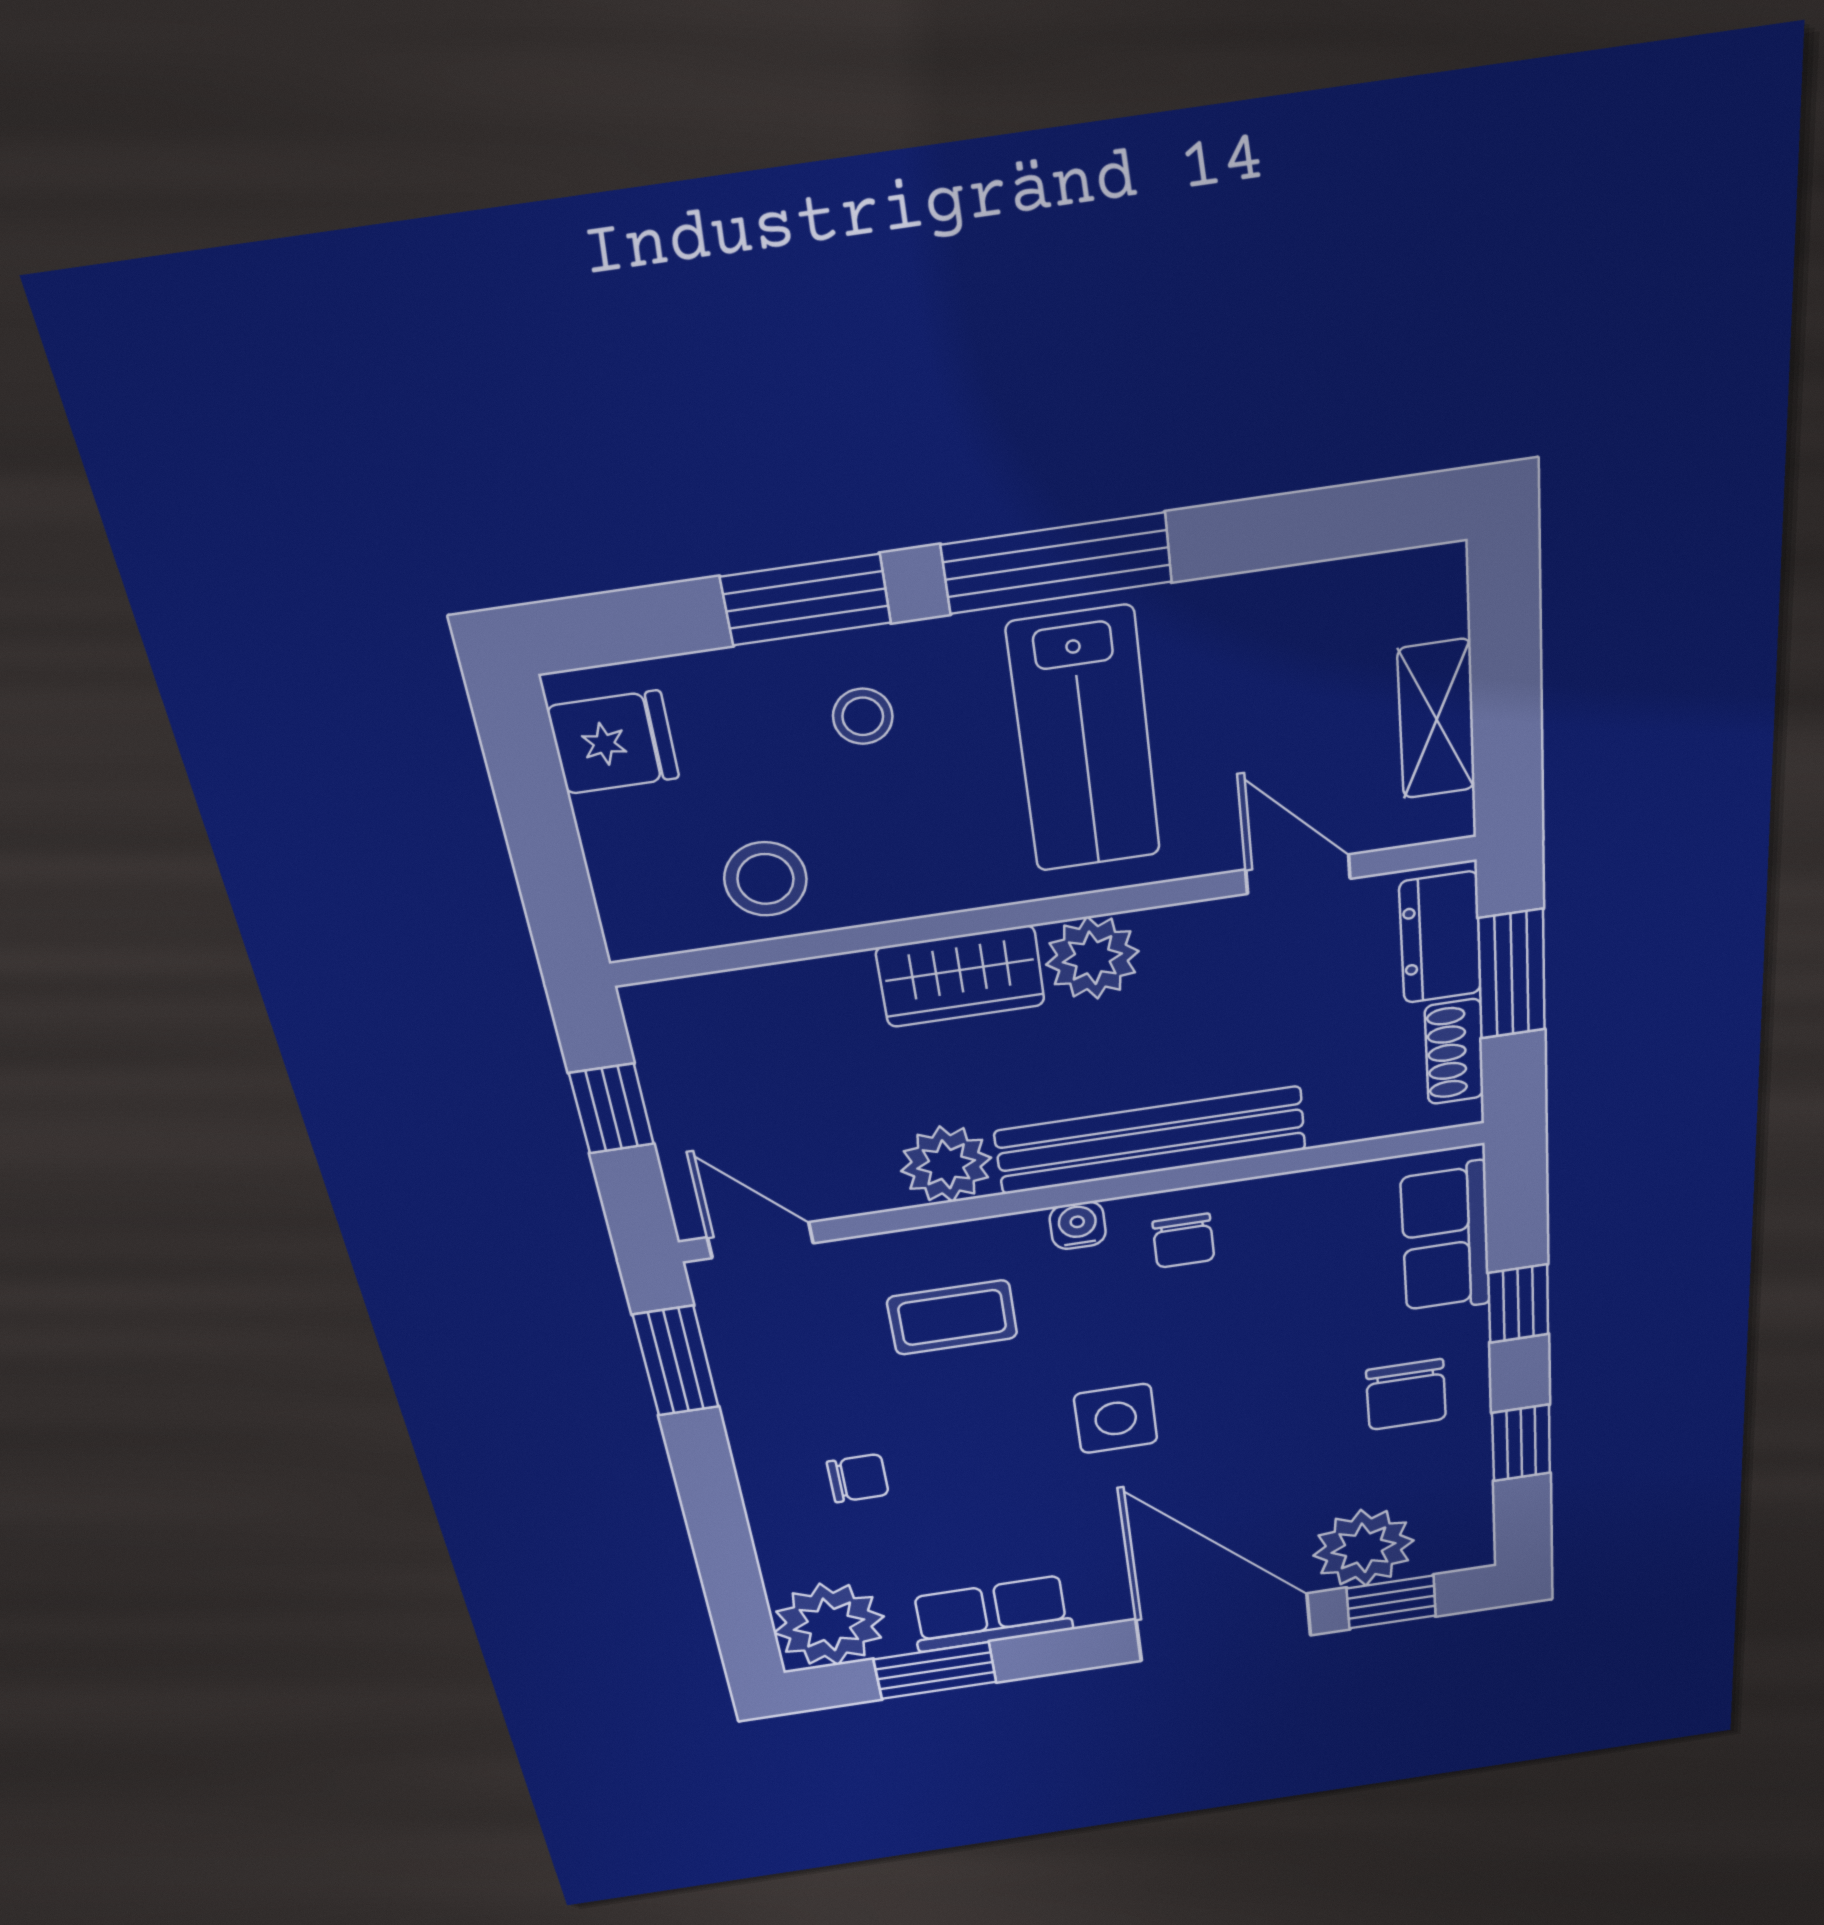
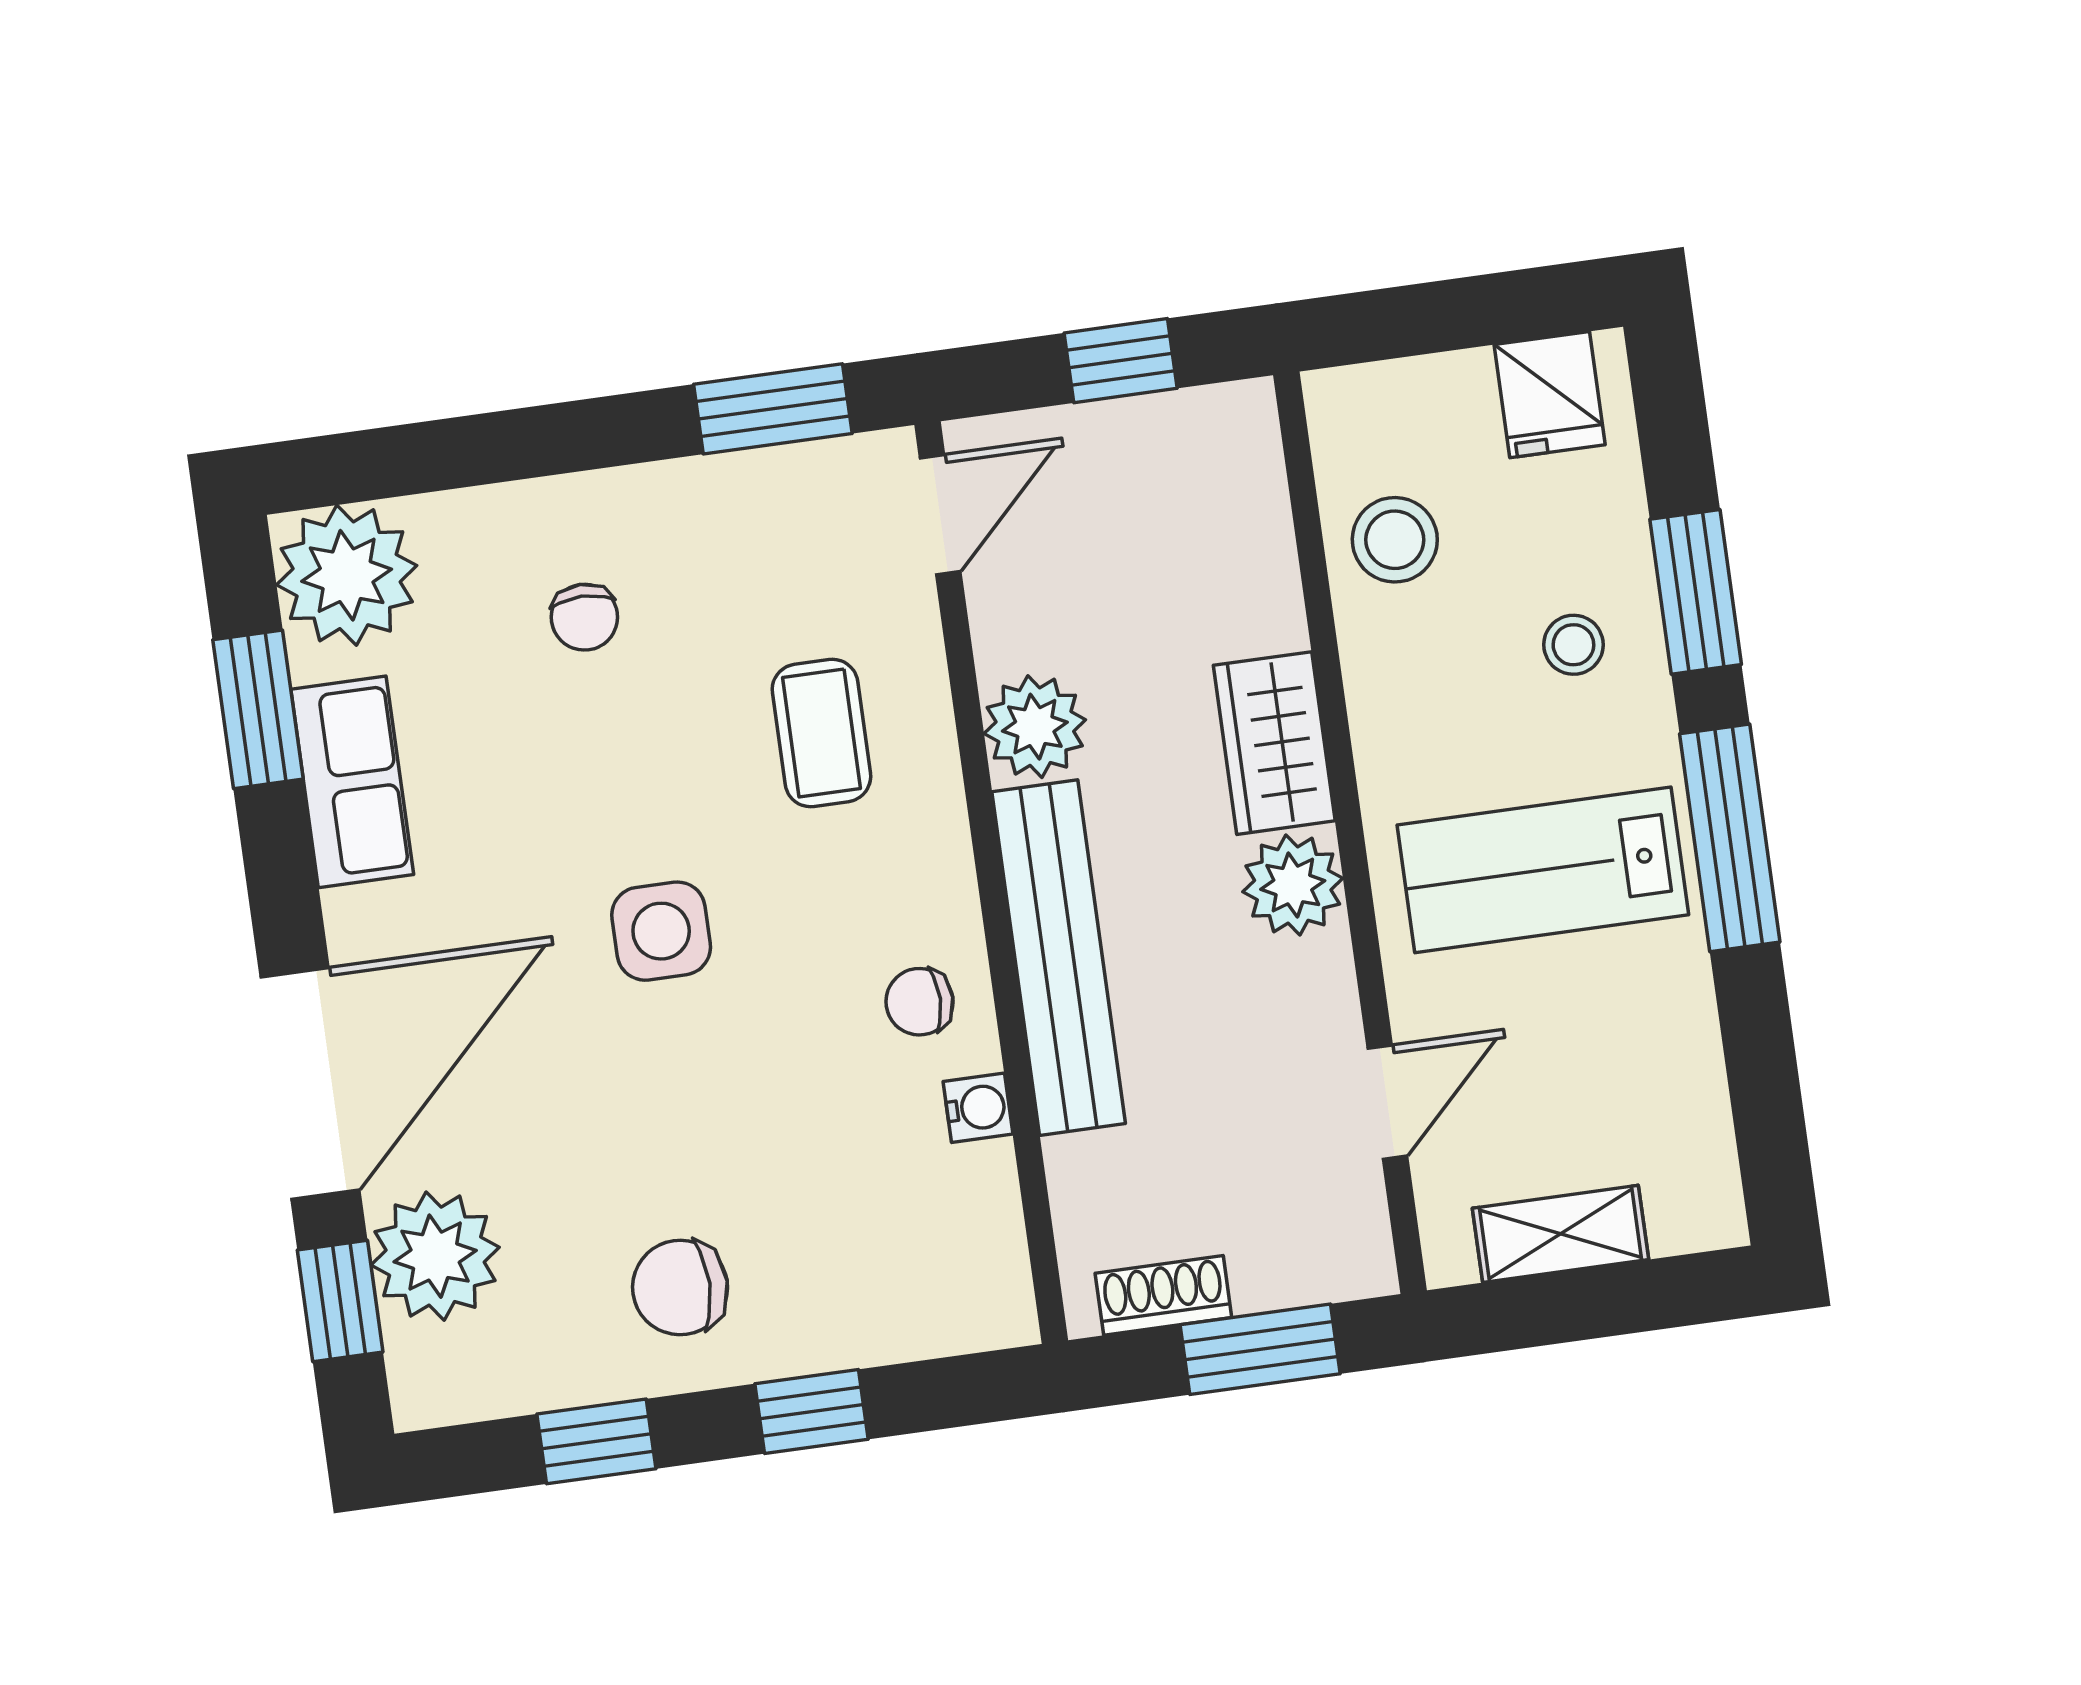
dresser: (1440, 938) -> (1307, 1264), removed
water cooler: (1078, 1225) -> (978, 1108), moved
row of seats: (1445, 1239) -> (910, 1312), removed

